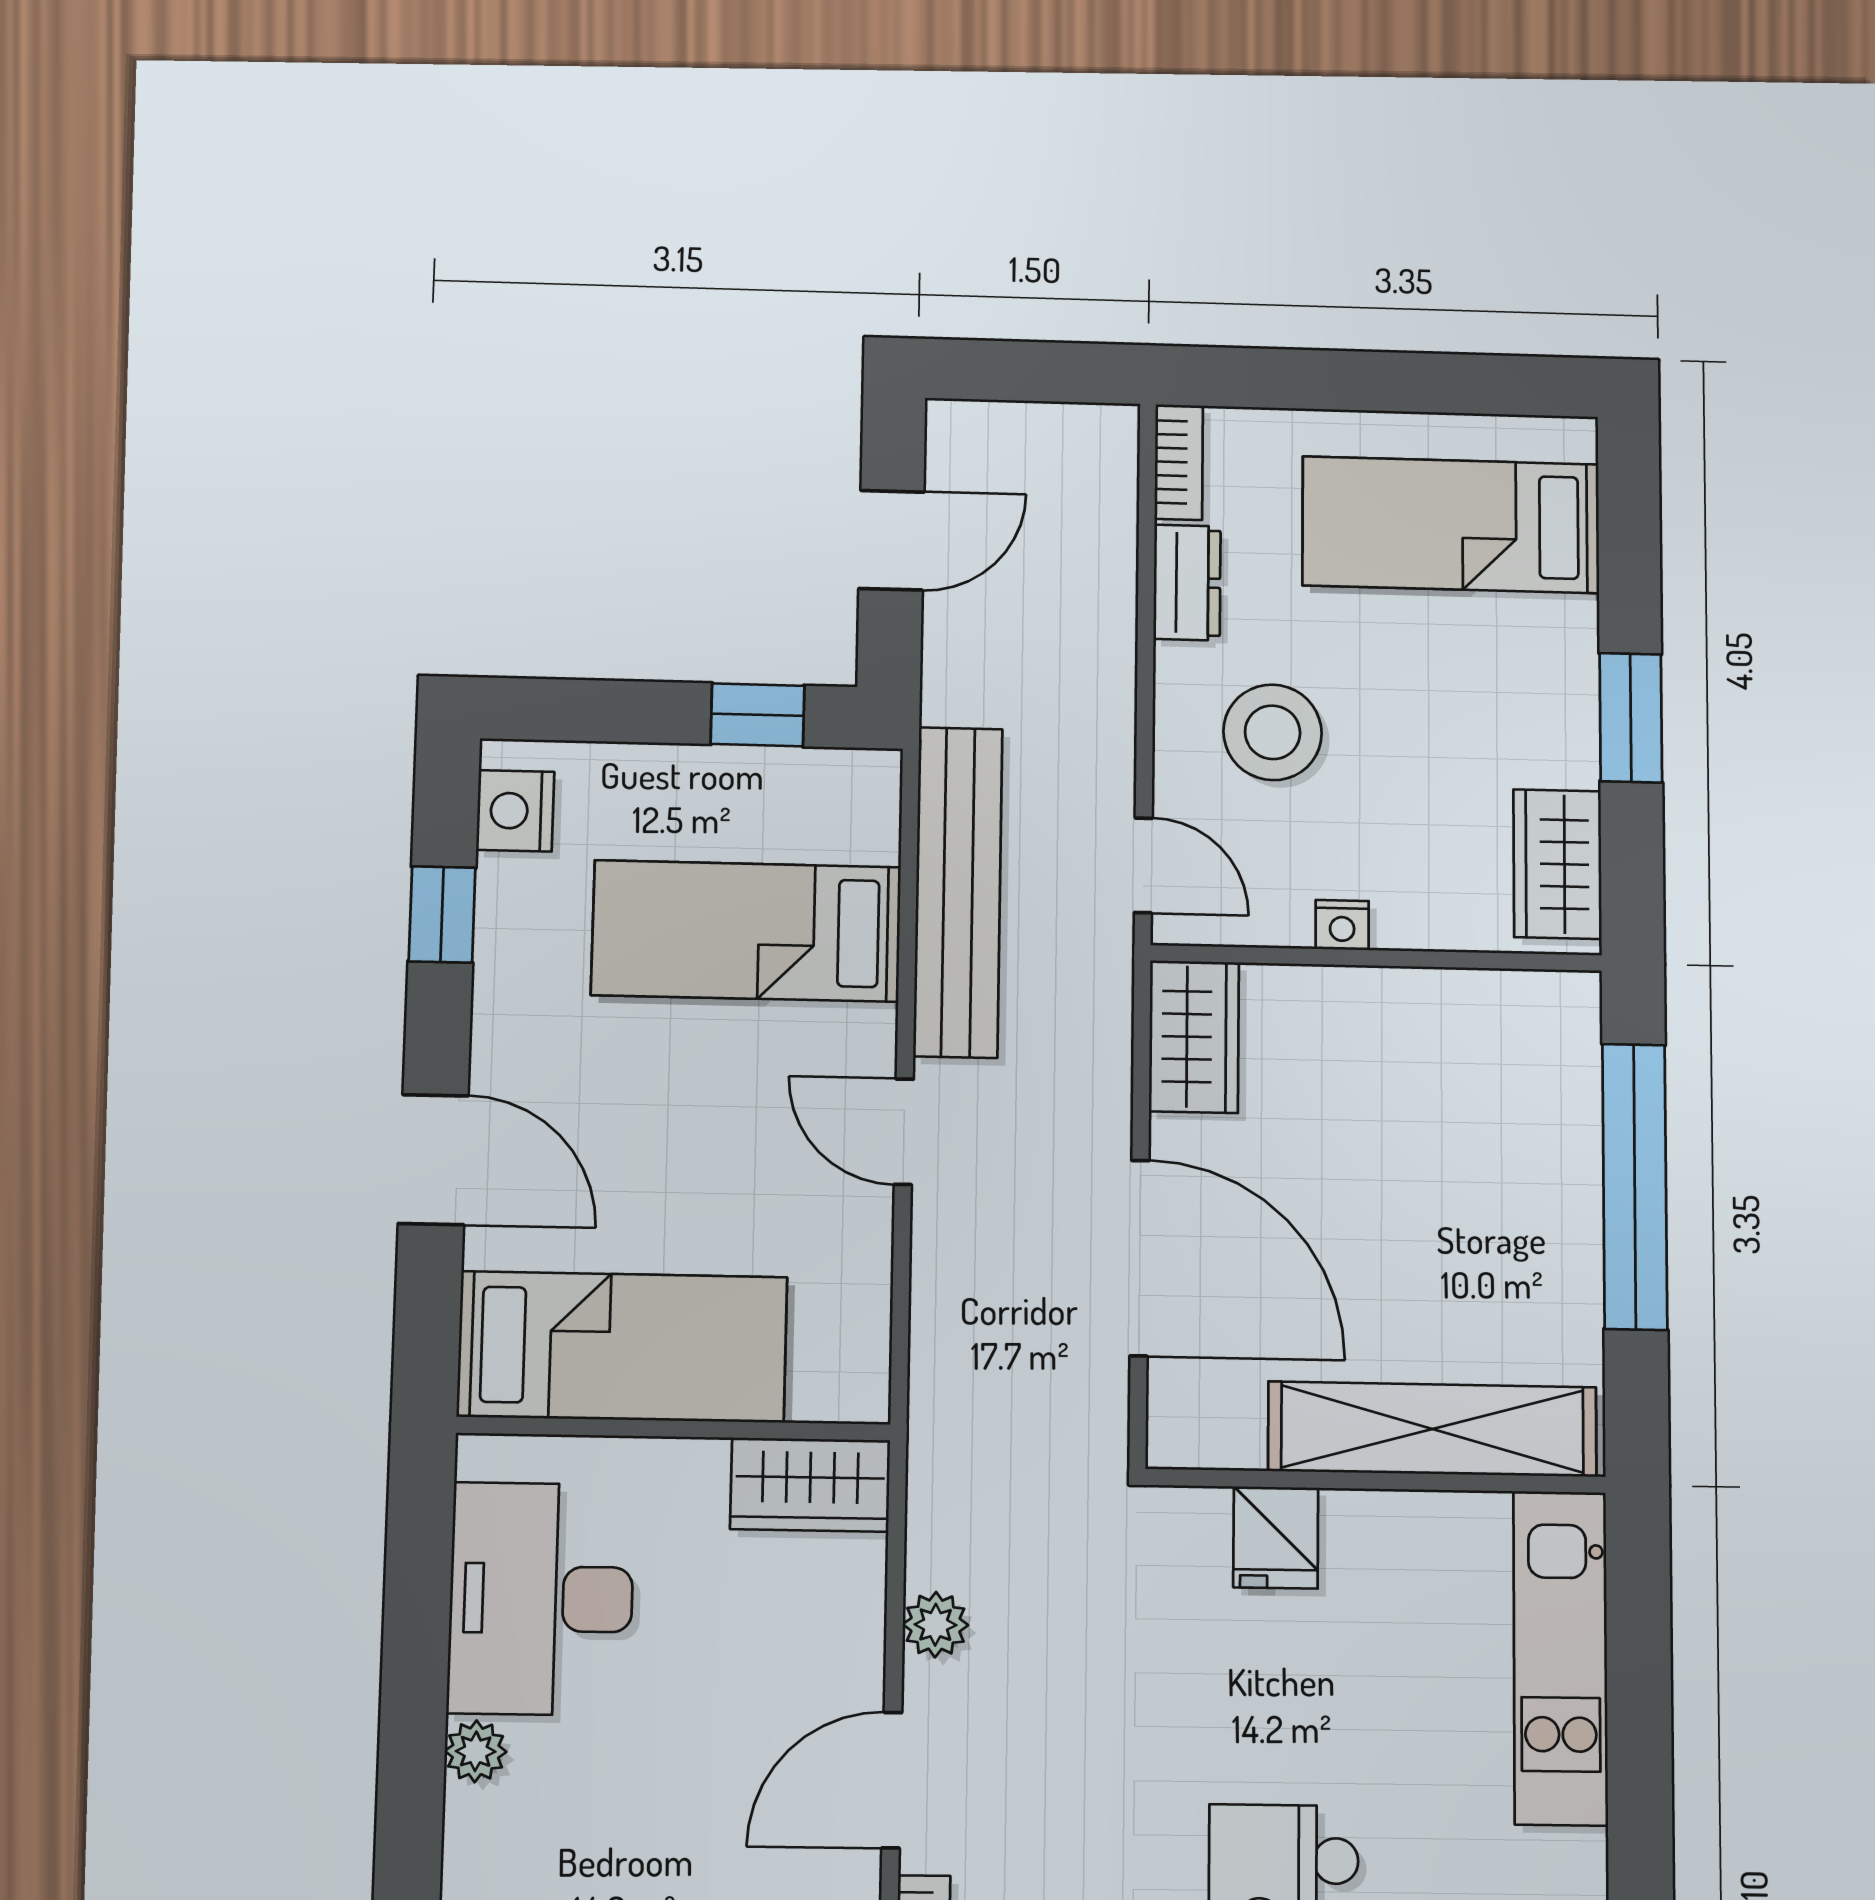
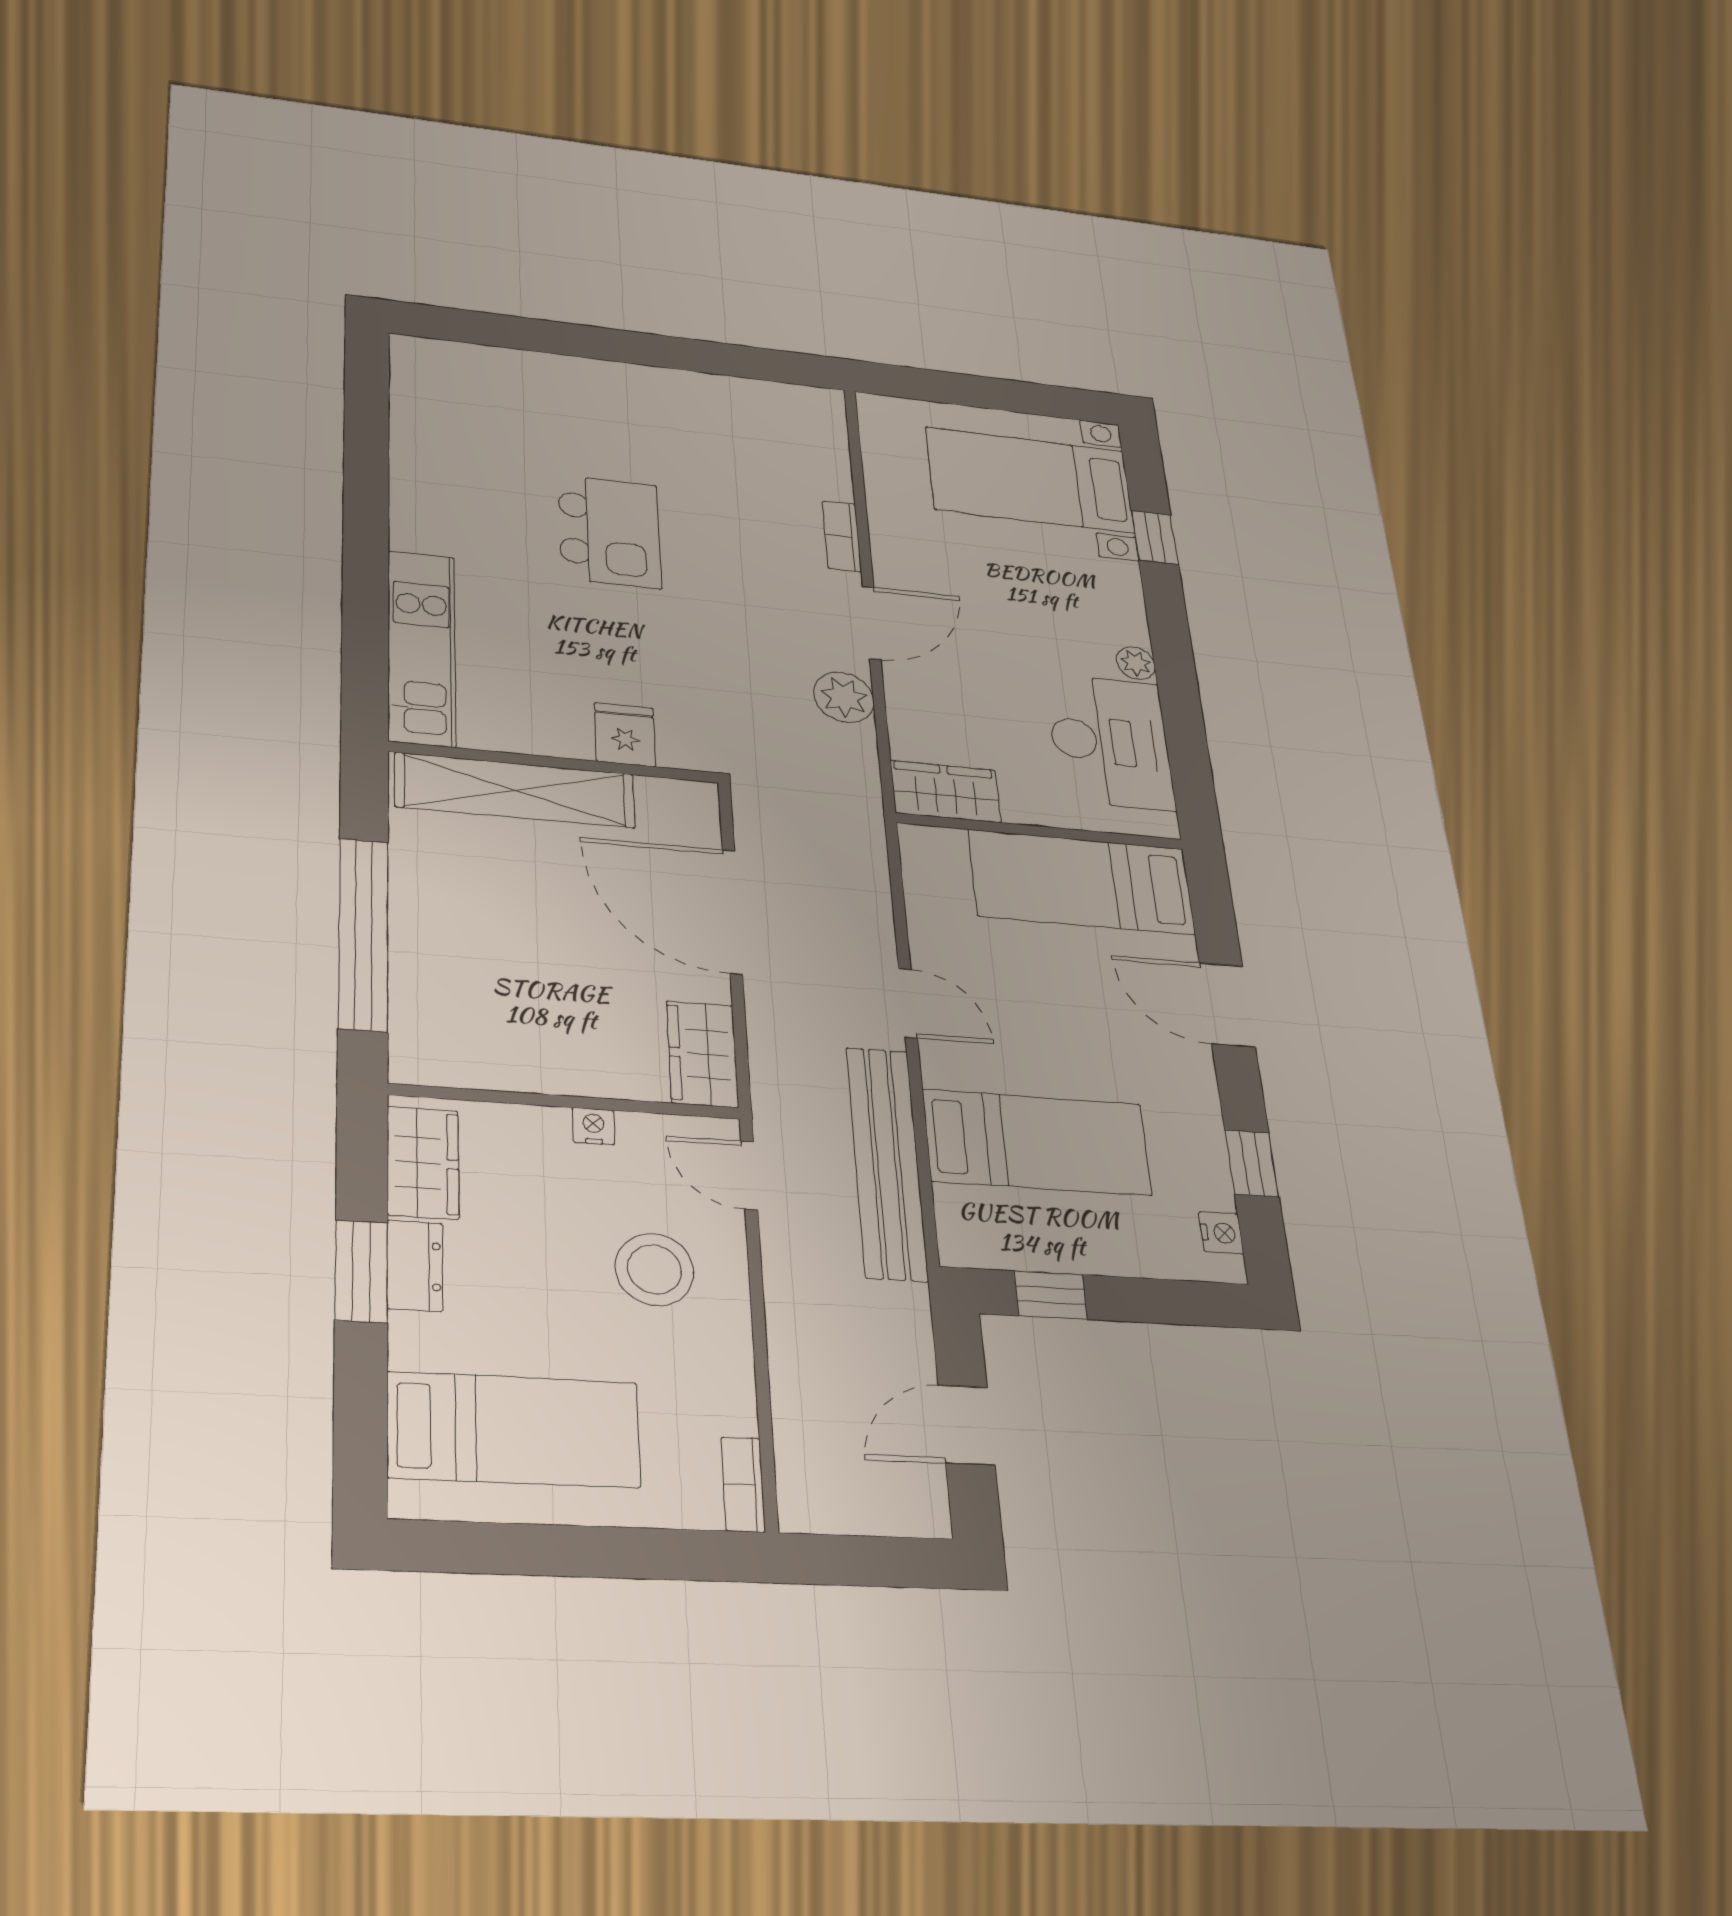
dresser: (1187, 583) -> (415, 1266), moved, turned 180
nightstand: (515, 811) -> (1221, 1233), width x0.72, depth x0.74
plant: (936, 1625) -> (844, 697), width x1.38, depth x1.38

